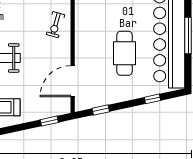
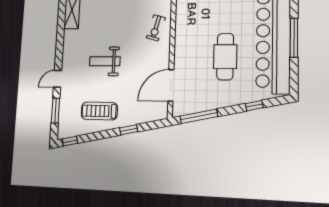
window: (101, 110) -> (199, 116), width x2.17
window: (49, 121) -> (129, 130), moved

